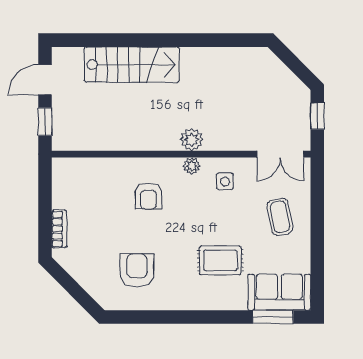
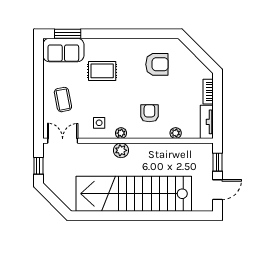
stairs: (132, 65) -> (134, 194), width x1.86, depth x1.51
plant: (109, 166) -> (176, 133), added
tv unit: (61, 183) -> (207, 122), added
armchair: (137, 271) -> (157, 64), turned -90

